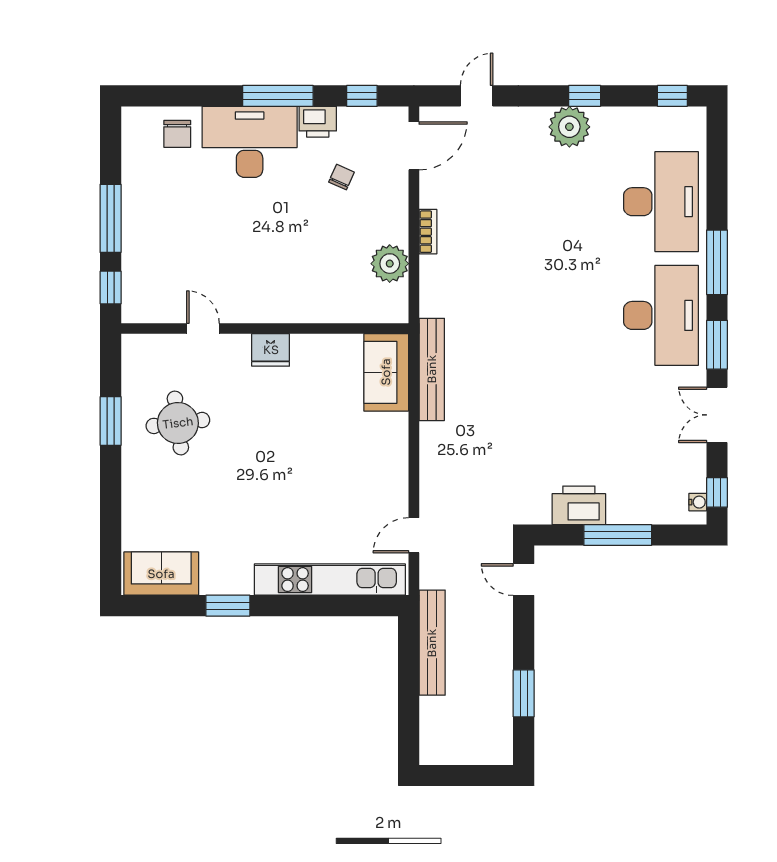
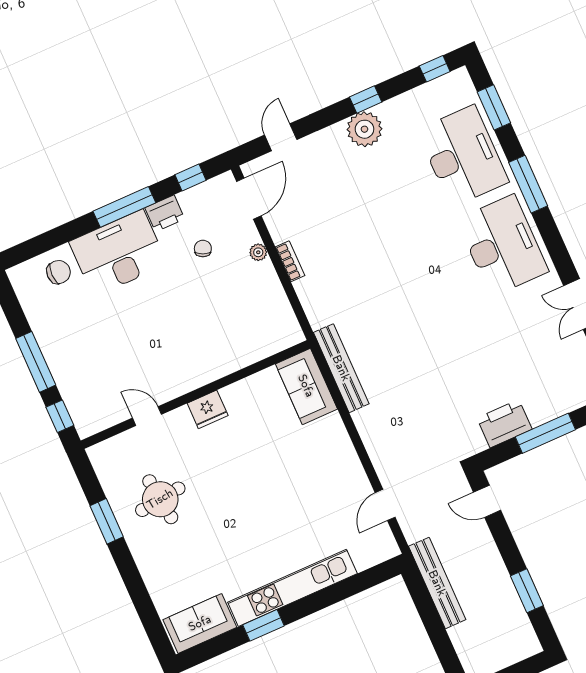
chair: (177, 134) -> (59, 272), turned -90
plant: (390, 264) -> (258, 252), moved, width x0.53, depth x0.53
window: (717, 345) -> (494, 107), moved
kitchen unit: (330, 580) -> (292, 588), moved

